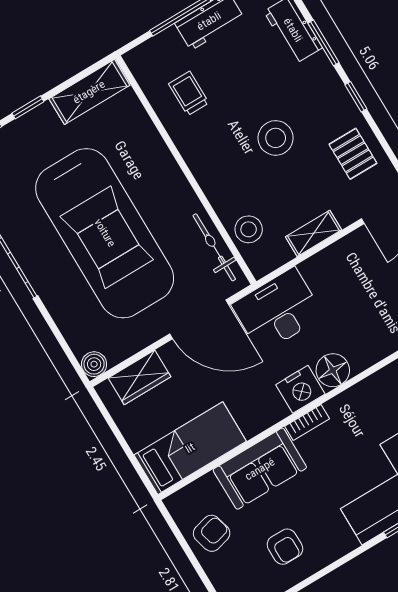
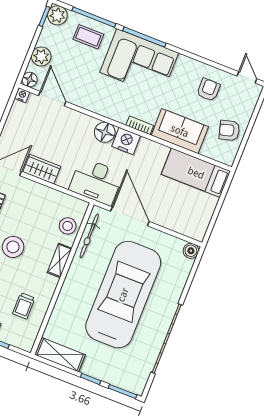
shelving: (313, 233) -> (60, 260), moved, turned 90
wardrobe: (140, 377) -> (42, 169), moved

